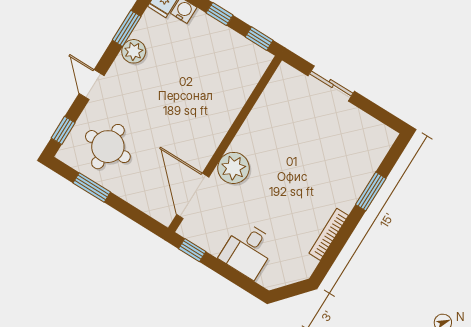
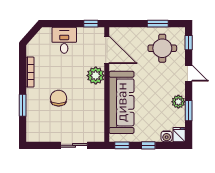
sofa: (220, 103) -> (122, 102), added
chair: (310, 169) -> (59, 98), added

